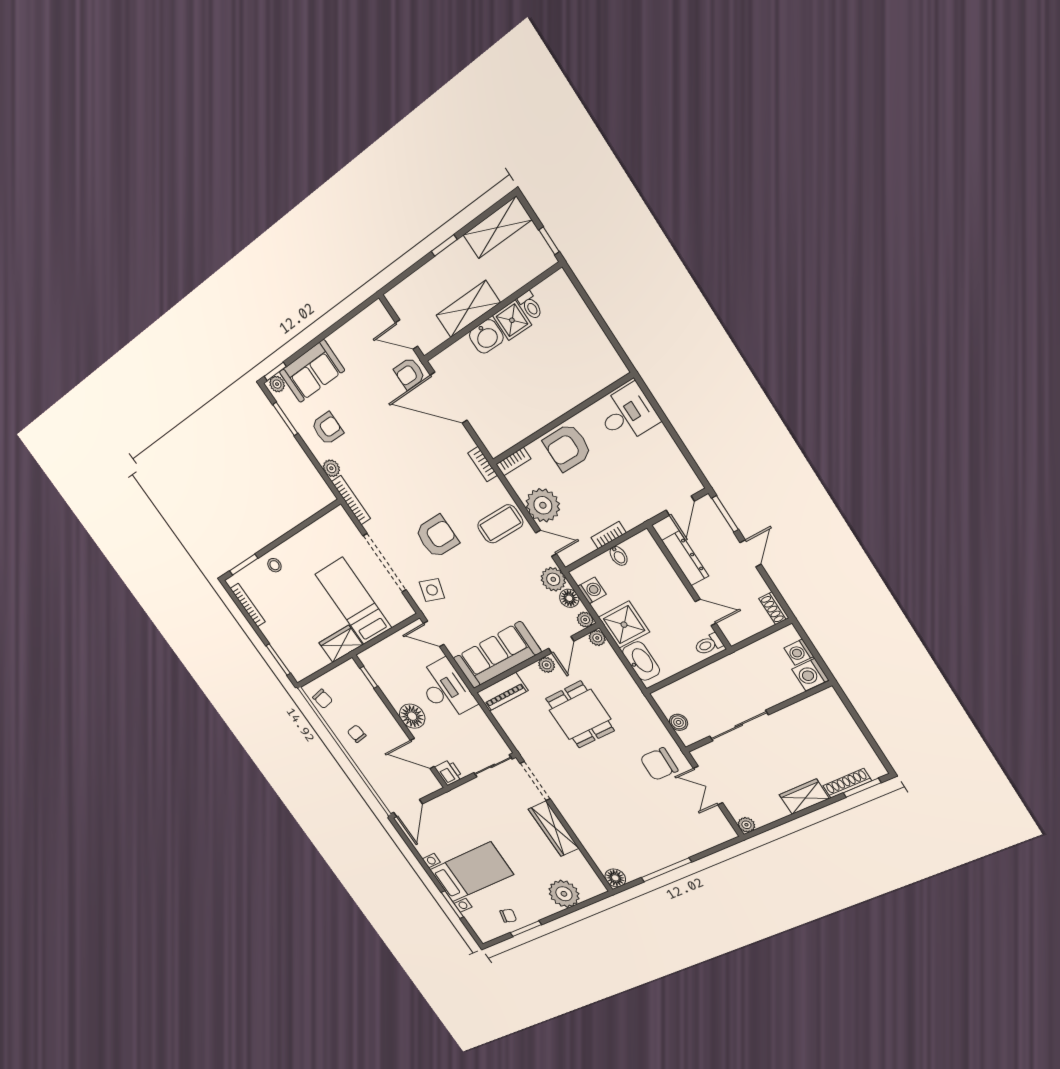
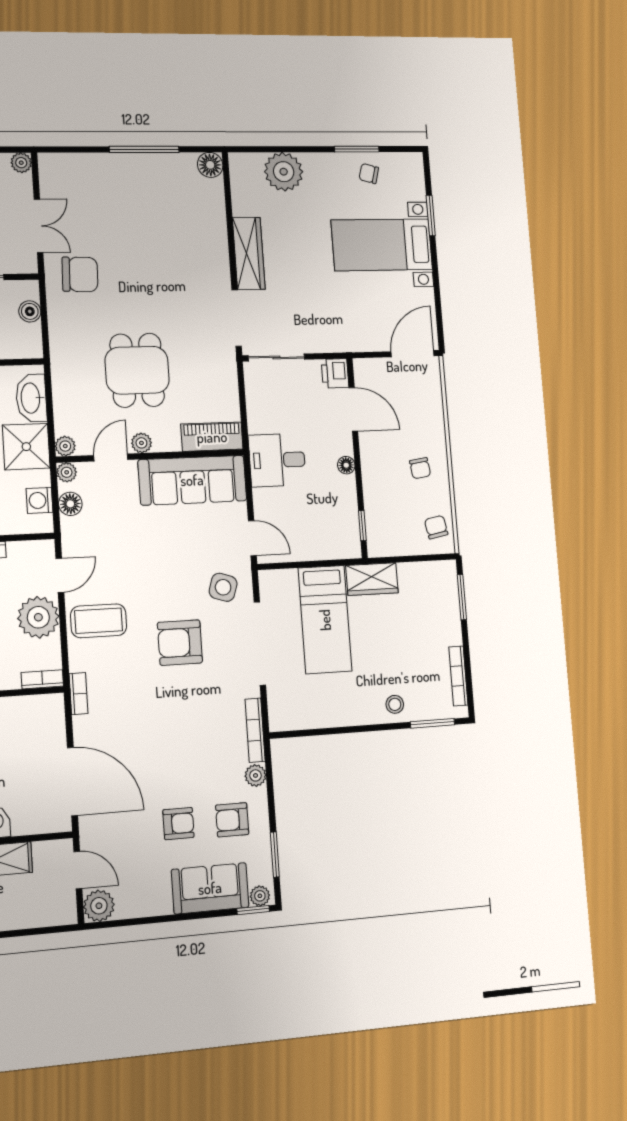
armchair: (409, 374) -> (178, 824), moved
door: (546, 543) -> (60, 575), swing flipped
plant: (553, 579) -> (99, 906), moved
desk: (446, 689) -> (277, 460), width x0.73
floor lamp: (412, 716) -> (346, 465), width x0.53, depth x0.53

